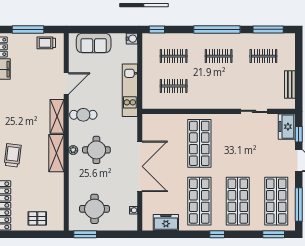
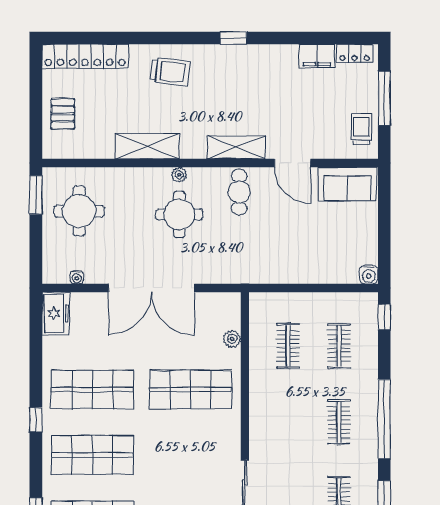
sofa: (94, 43) -> (347, 184), moved, turned -90
kitchen unit: (130, 90) -> (281, 271), removed
plant: (170, 119) -> (232, 339), added
shelving: (56, 153) -> (147, 146), moved
freezer: (166, 223) -> (56, 313), moved

